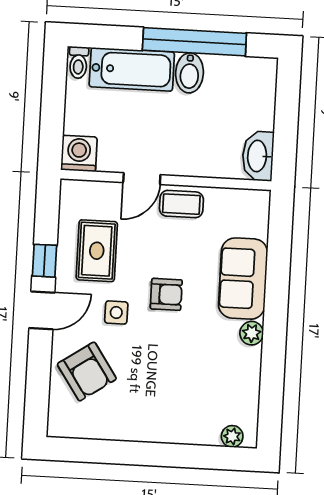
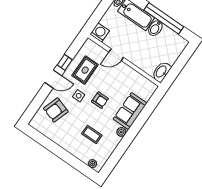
coffee table: (181, 204) -> (92, 134), moved
armchair: (87, 371) -> (56, 110), turned 52

